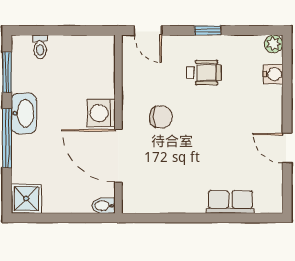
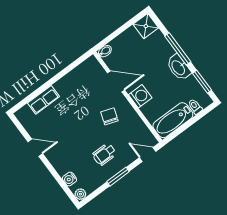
window: (208, 30) -> (118, 177), width x1.50
bathtub: (82, 50) -> (173, 120), added
chair: (161, 117) -> (109, 116), turned 106
door: (118, 156) -> (116, 81), width x0.73

